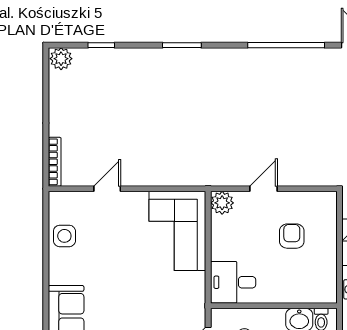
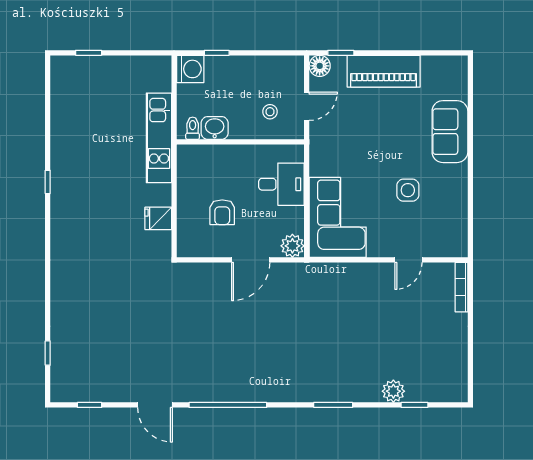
plant: (61, 59) -> (393, 391), moved
door: (263, 189) -> (251, 260), width x1.37
side table: (64, 236) -> (408, 190), moved
desk: (233, 282) -> (281, 184), moved

